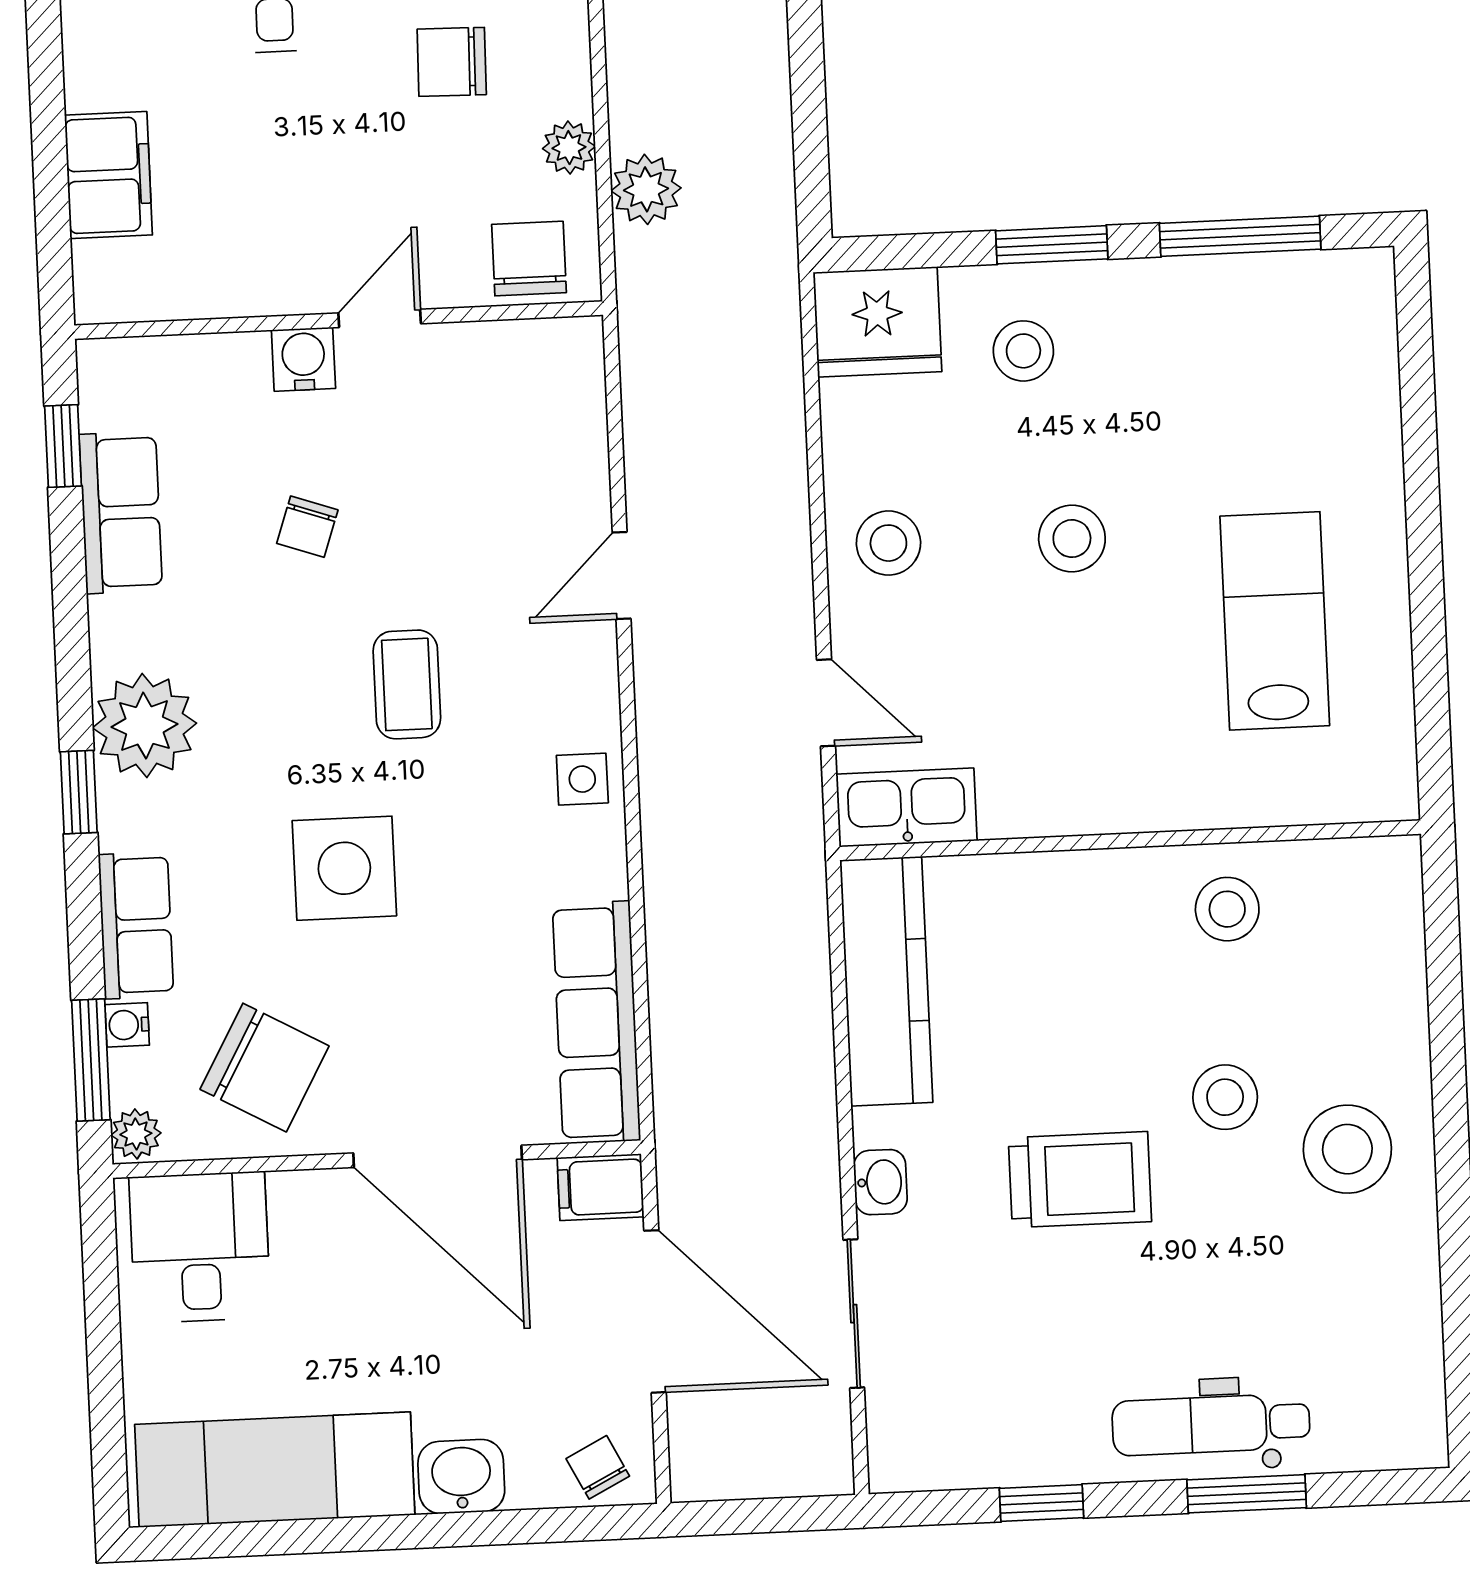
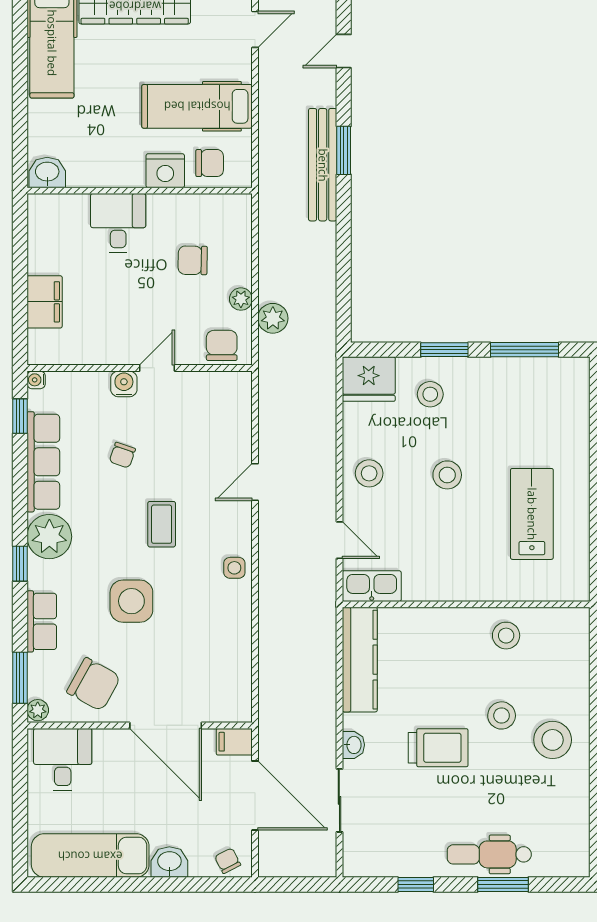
row of seats: (121, 512) -> (43, 462), width x1.48
row of seats: (596, 1022) -> (236, 672), removed
water cooler: (127, 1025) -> (36, 380), moved

